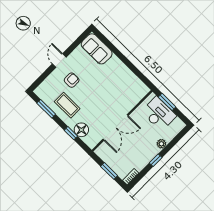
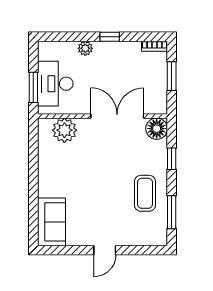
armchair: (72, 80) -> (113, 215), removed
plant: (133, 97) -> (64, 130), added
floor lamp: (81, 130) -> (157, 129), moved

